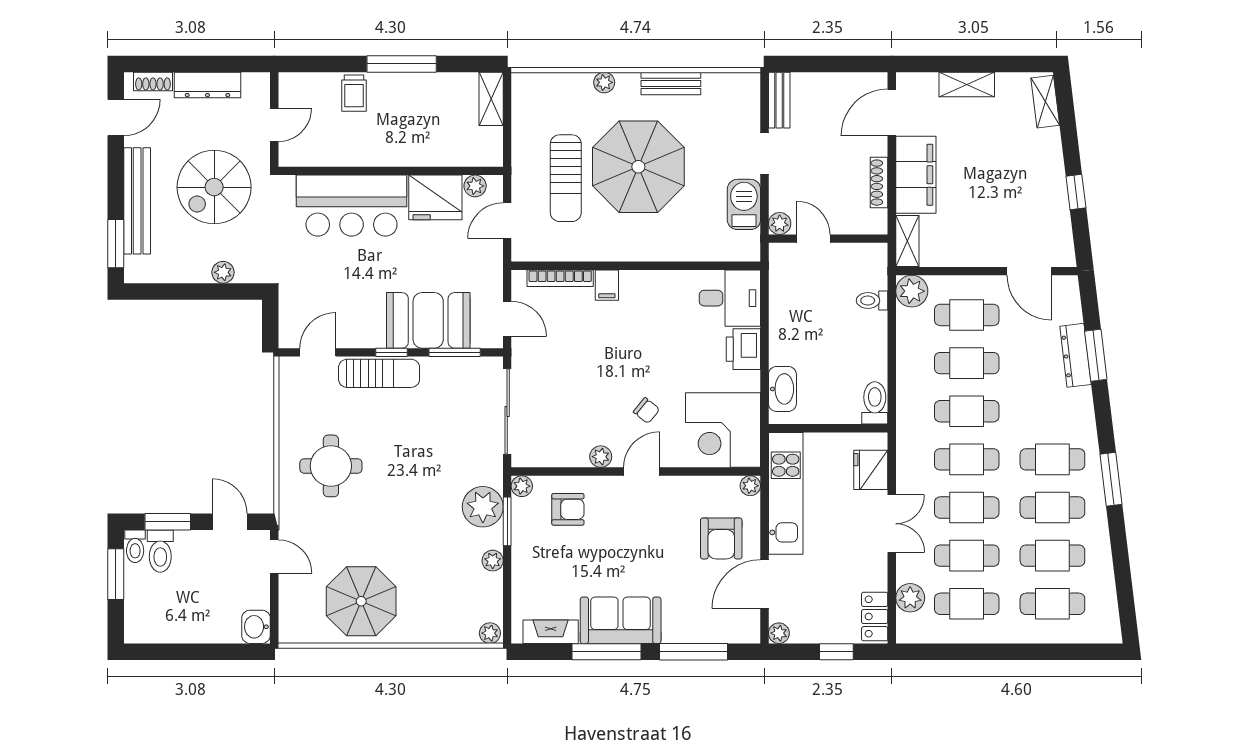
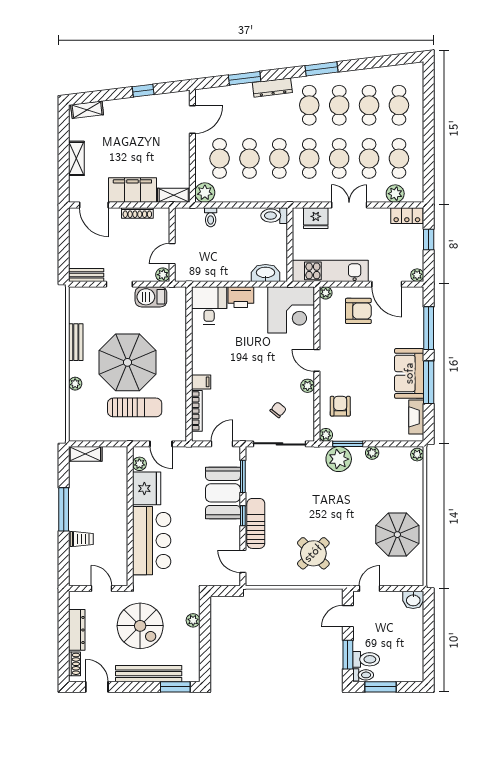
dresser: (1075, 355) -> (272, 88), moved
chair: (646, 411) -> (278, 410), moved
round table: (331, 466) -> (313, 553), turned 45

